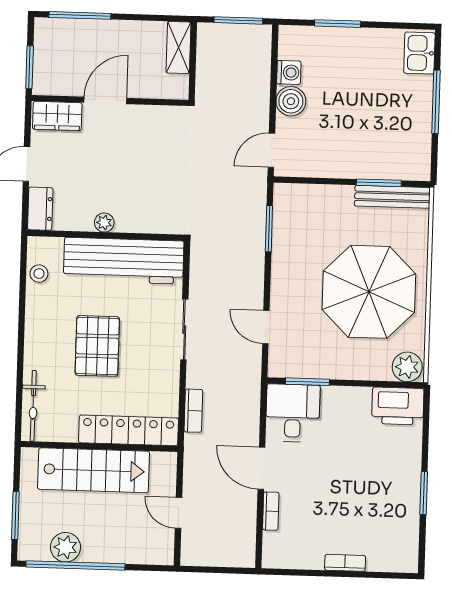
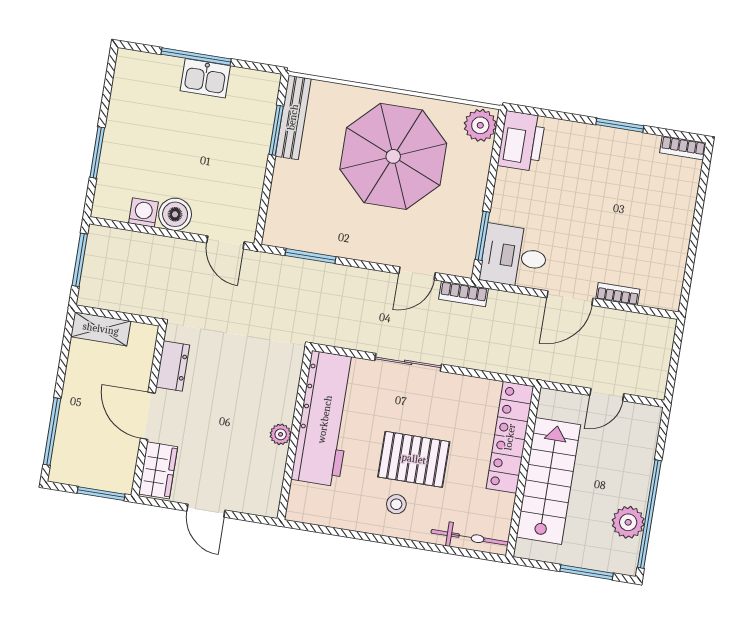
kitchen sink: (419, 53) -> (205, 78), moved
dresser: (40, 209) -> (173, 366), moved, turned 90
stool: (39, 274) -> (396, 504), moved
bookcase: (193, 411) -> (463, 294), moved, turned 180
bookcase: (345, 563) -> (683, 148), moved, turned -90

